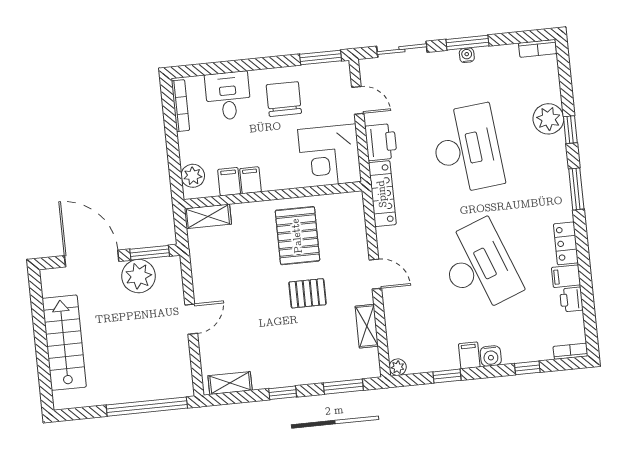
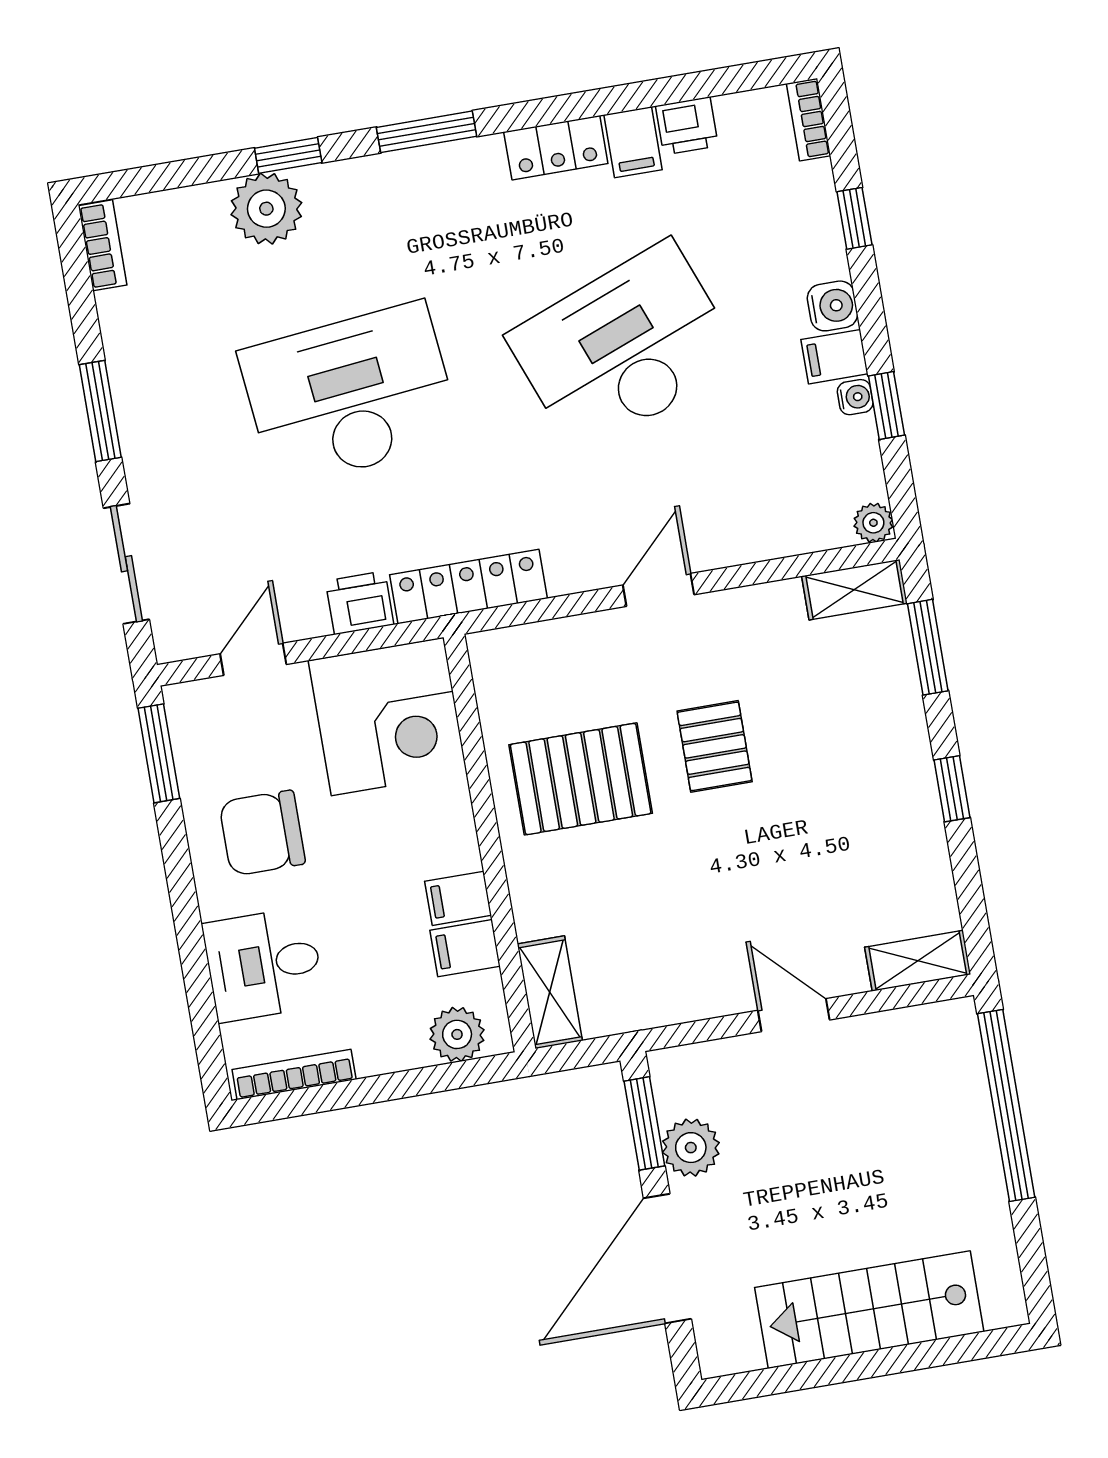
water cooler: (467, 55) -> (855, 397), moved, turned 180
printer: (381, 142) -> (360, 603), width x0.73, depth x0.81
plant: (138, 276) -> (691, 1148), width x0.73, depth x0.73
shelving: (367, 326) -> (854, 590), moved
shelving: (230, 383) -> (918, 961), moved, turned 90

